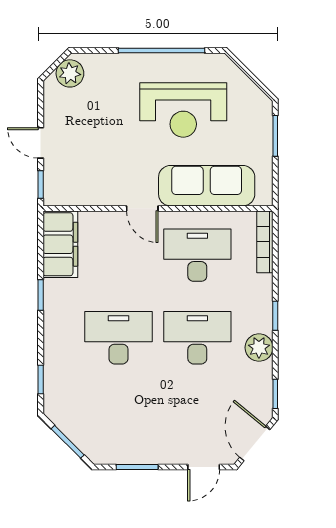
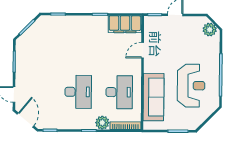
reception desk: (183, 110) -> (191, 86), turned 180
door: (142, 208) -> (143, 50), moved
desk: (118, 338) -> (78, 53), removed
plant: (259, 348) -> (102, 123), moved
door: (255, 443) -> (25, 120), hinge flipped

